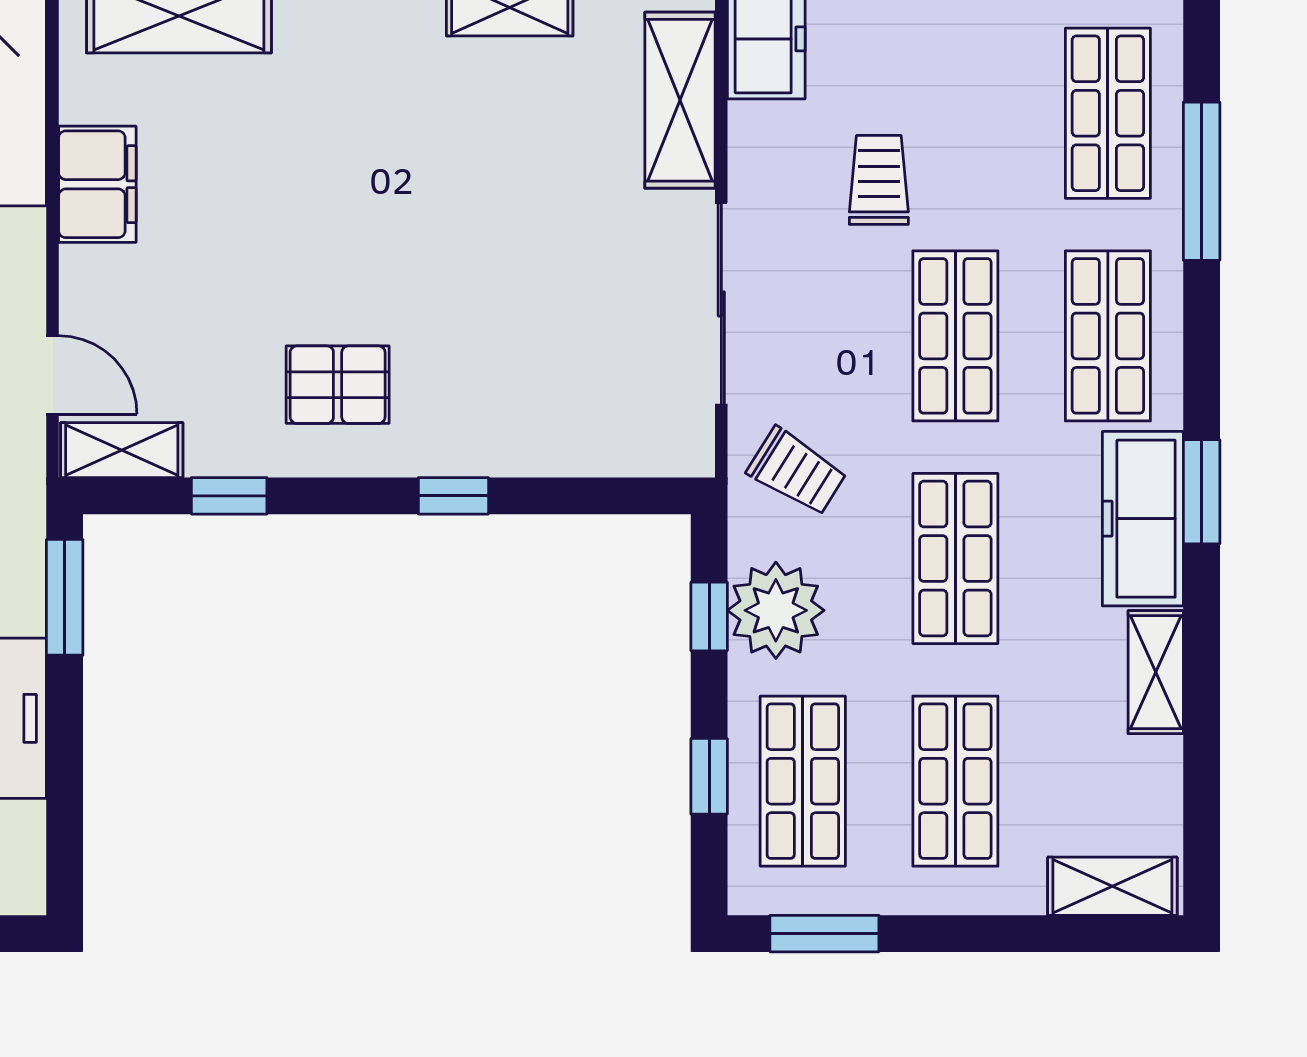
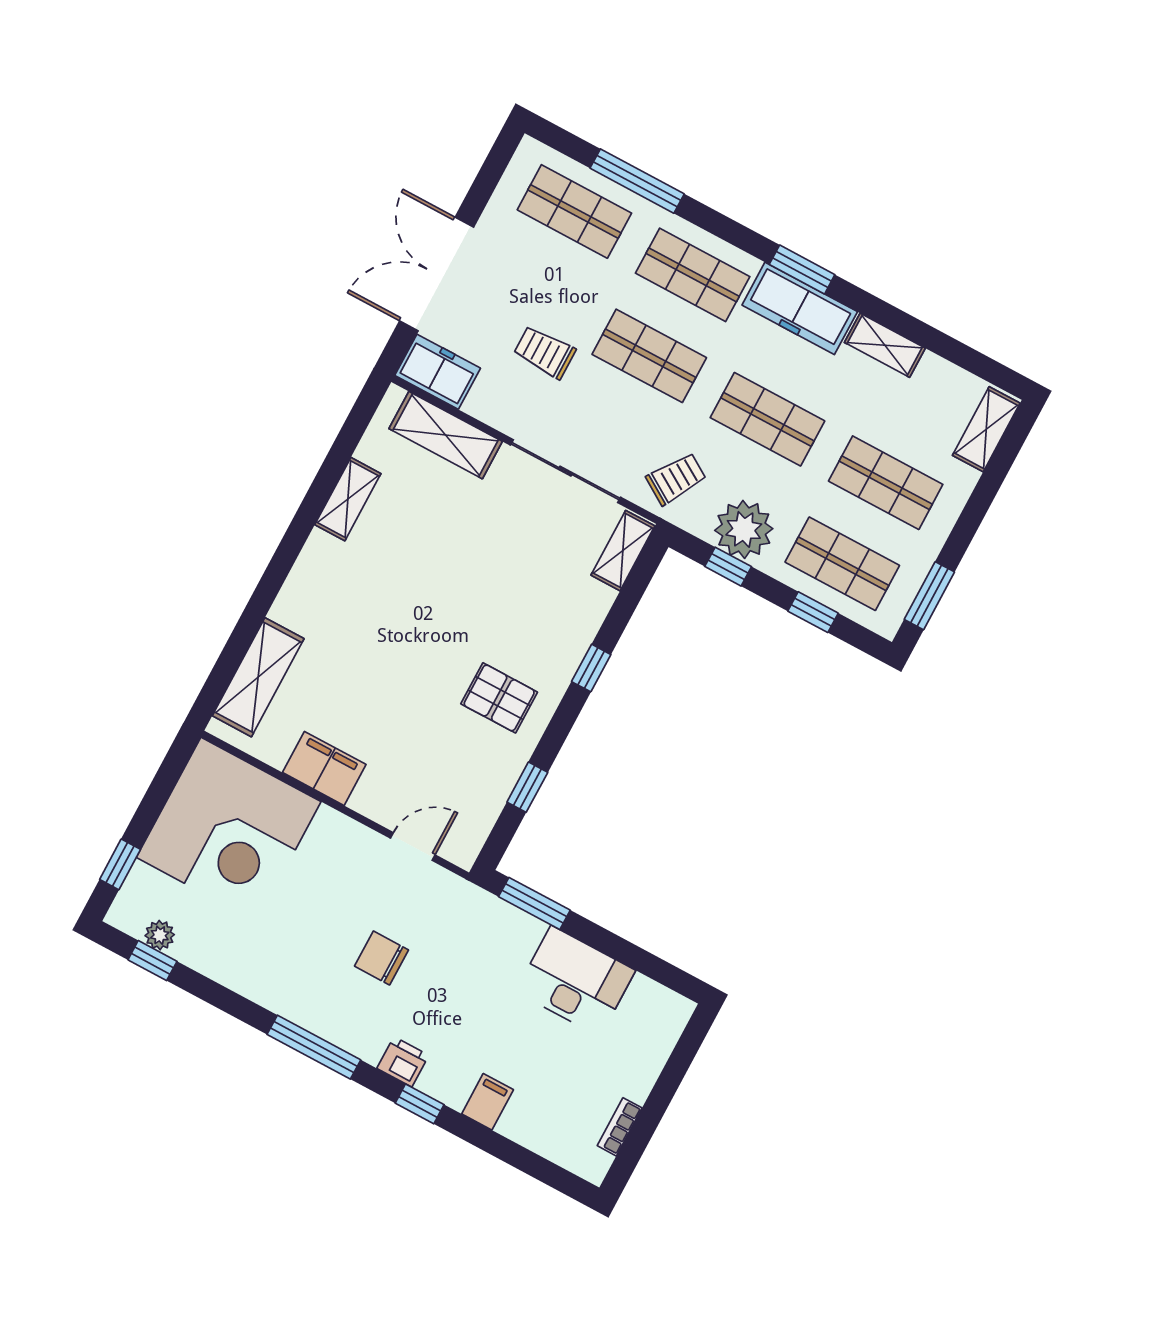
pallet: (338, 385) -> (499, 698), turned 90
shelving: (122, 450) -> (623, 551), moved

